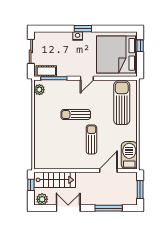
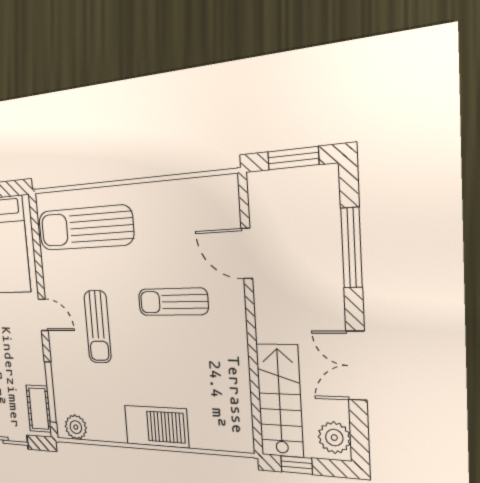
sun lounger: (76, 115) -> (98, 327), moved
barbecue: (129, 155) -> (156, 427), moved, turned 180

